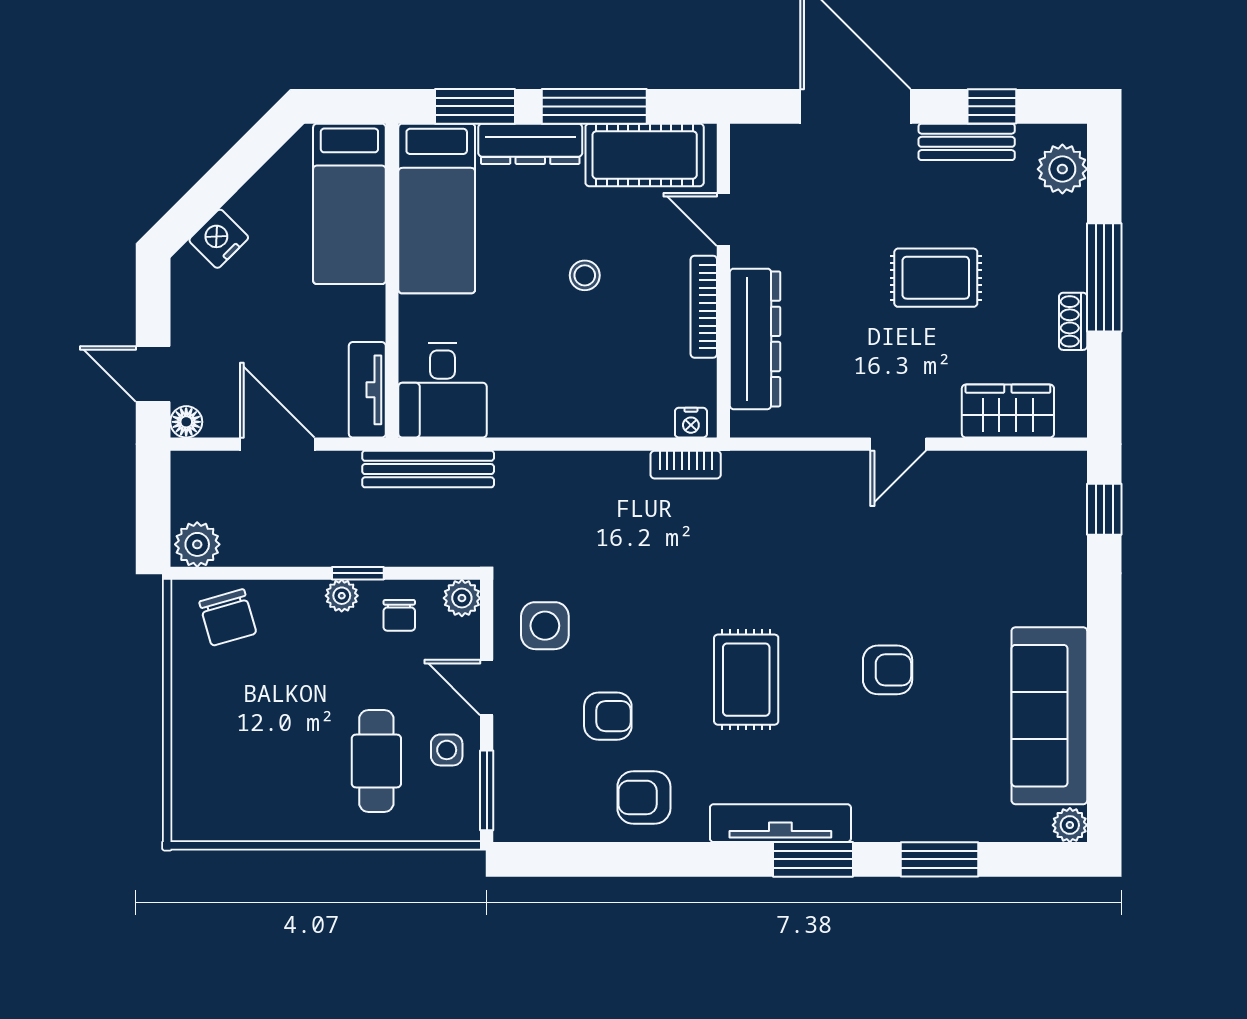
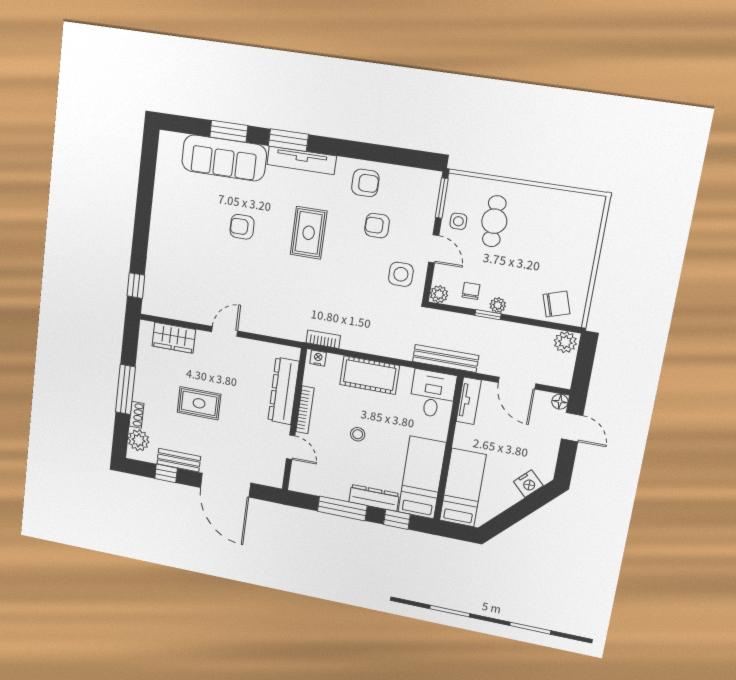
window: (475, 106) -> (397, 519), width x0.67
cot: (645, 155) -> (370, 375), moved
shoe rack: (1073, 321) -> (137, 415), moved
chair: (228, 617) -> (556, 304), turned 88
sofa: (1049, 716) -> (224, 158), moved, turned 90
plant: (1070, 825) -> (167, 139), removed

